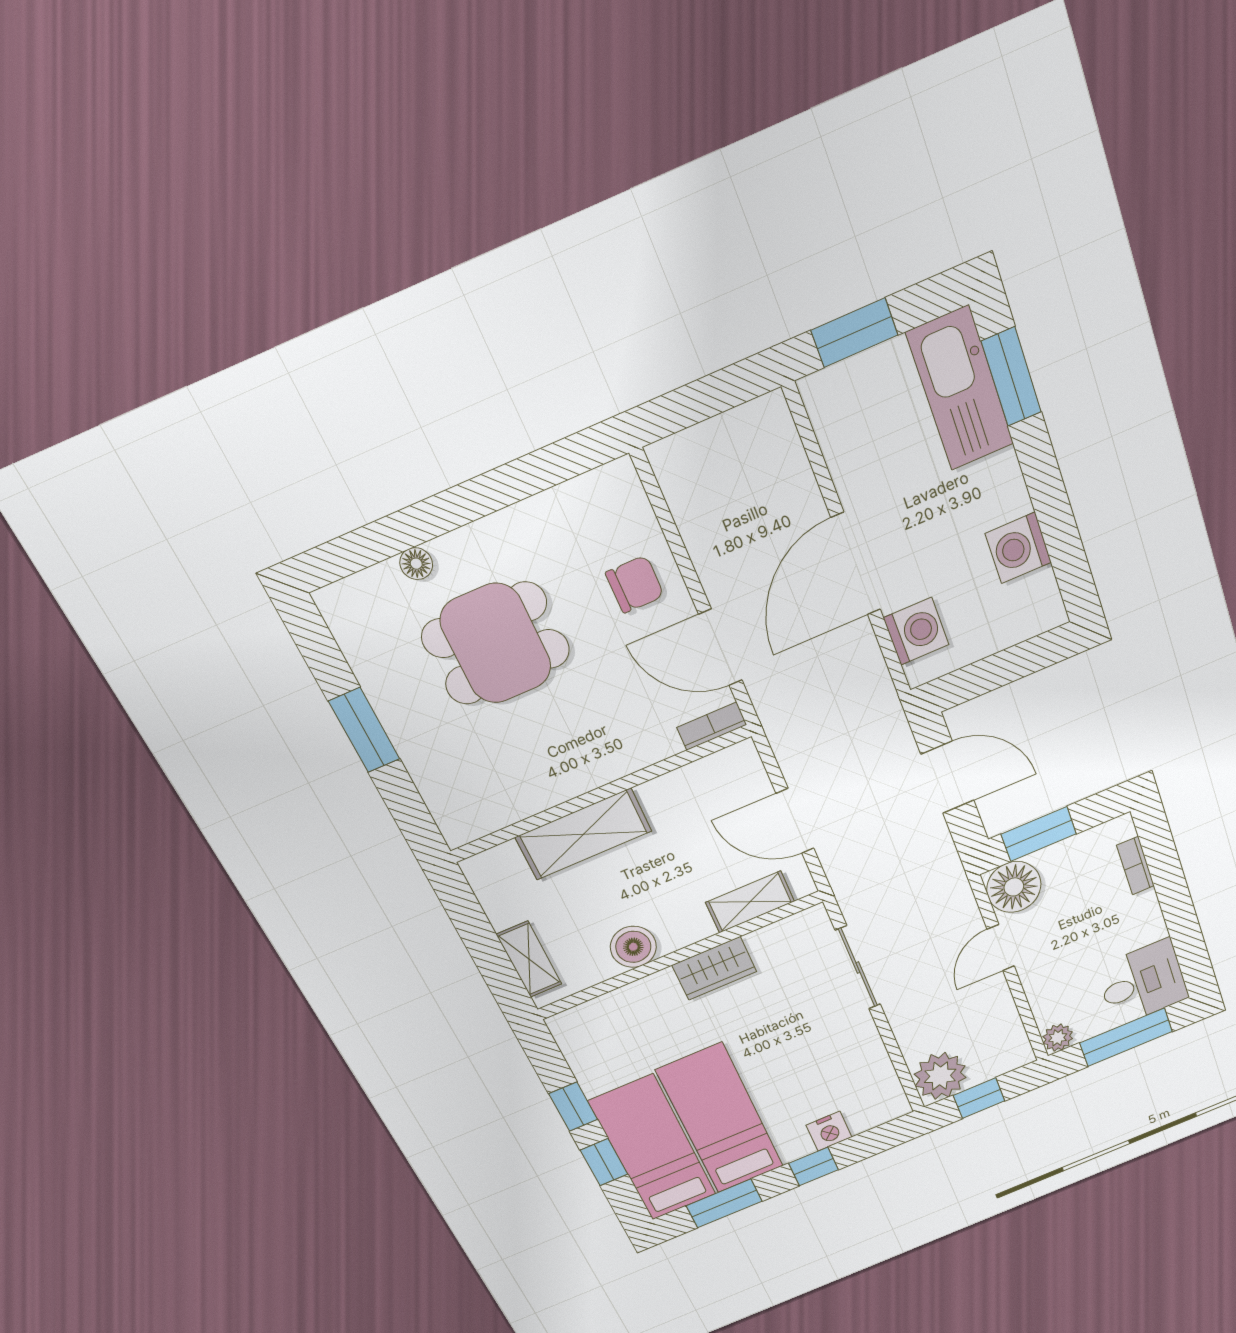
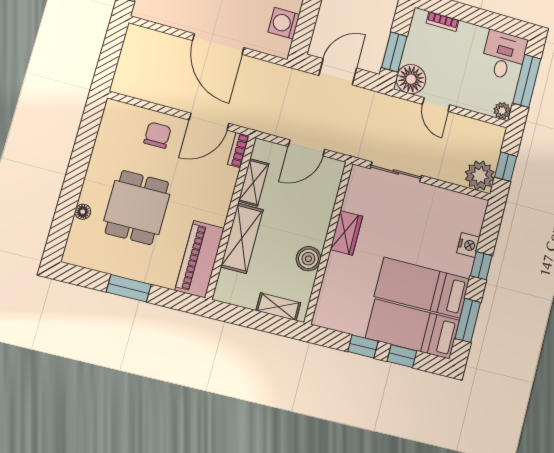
washing machine: (916, 631) -> (284, 23), moved, turned -90
piano: (500, 799) -> (200, 259), added
shelving: (750, 902) -> (254, 182), moved

